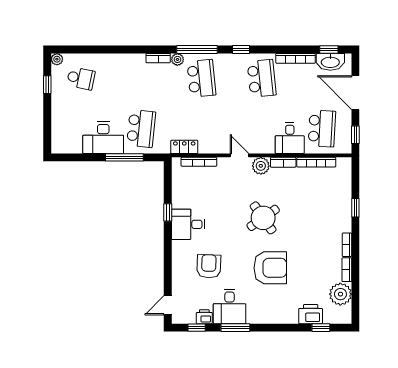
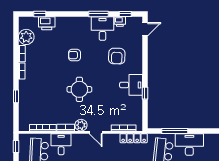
locker: (184, 147) -> (134, 138), width x1.53
round table: (263, 218) -> (79, 89), turned 35
armchair: (270, 268) -> (75, 55), width x0.53, depth x0.53

